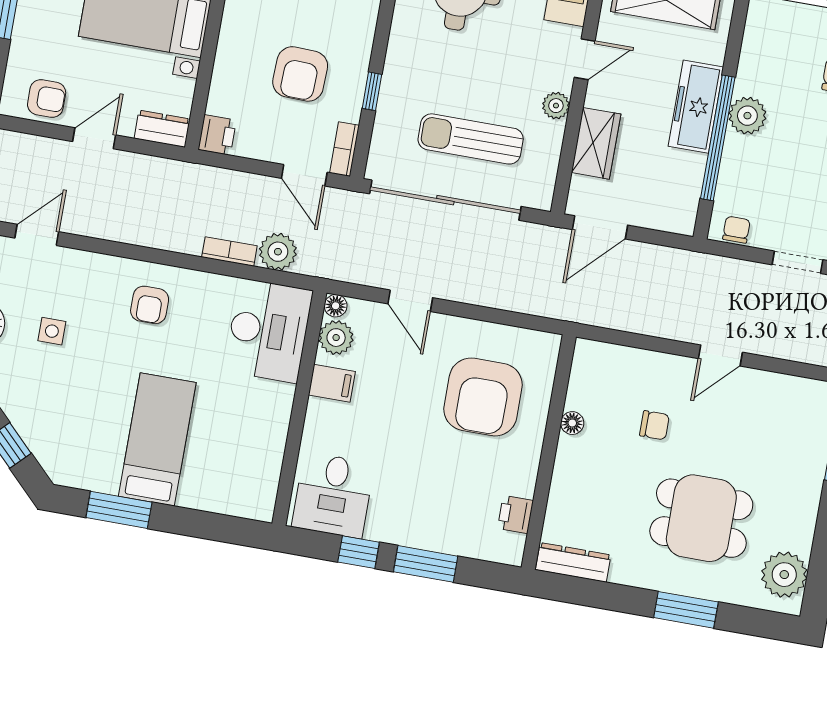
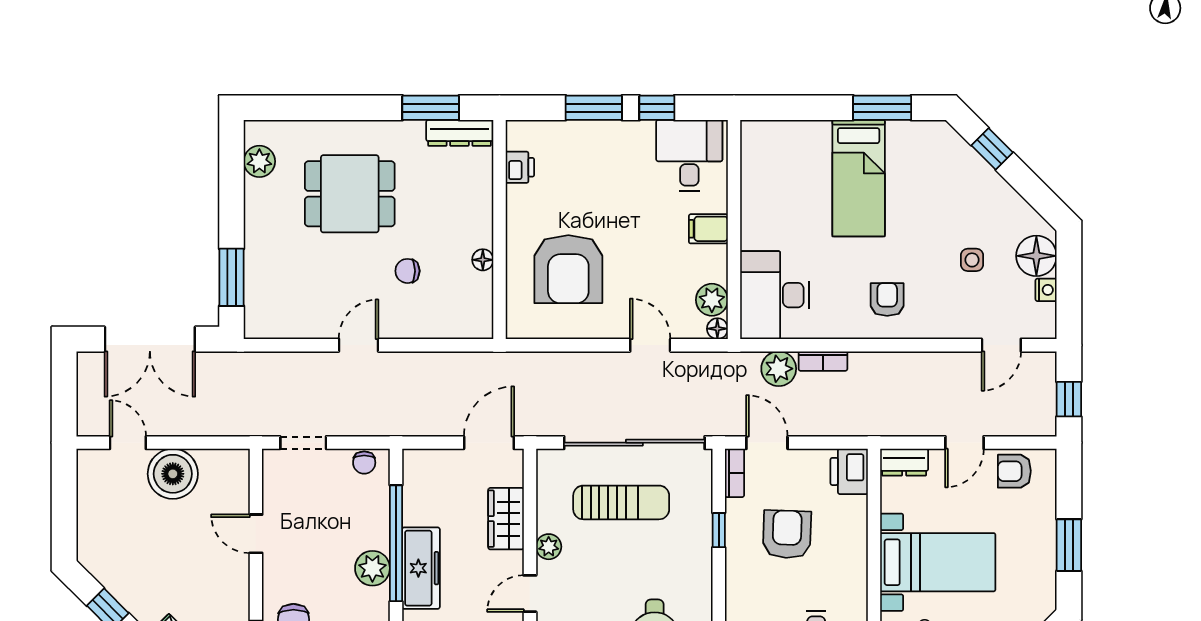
printer: (217, 135) -> (849, 471), width x1.36, depth x1.24
filing cabinet: (332, 383) -> (708, 229), moved
armchair: (483, 397) -> (568, 269), turned 180
plant: (784, 575) -> (259, 161), width x0.73, depth x0.73
window: (686, 610) -> (431, 108), moved

